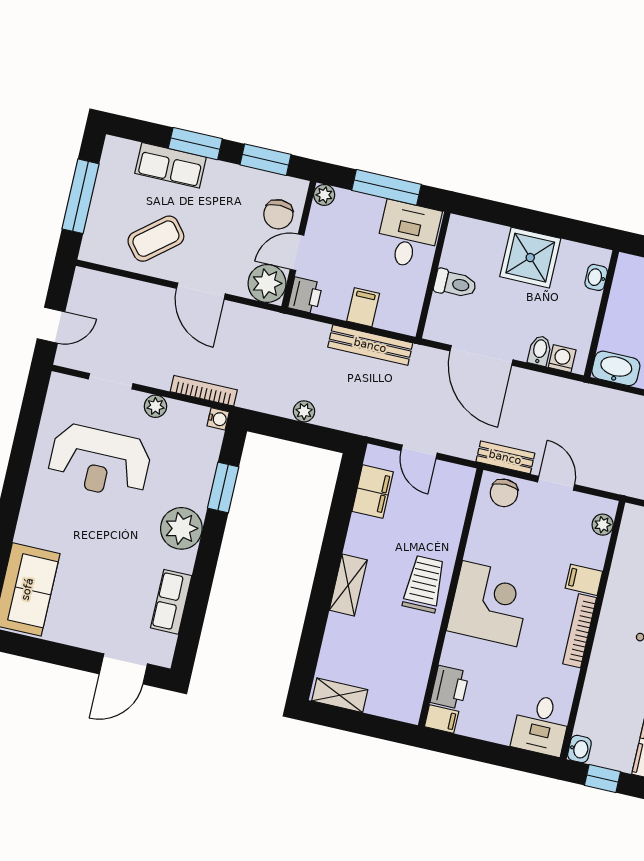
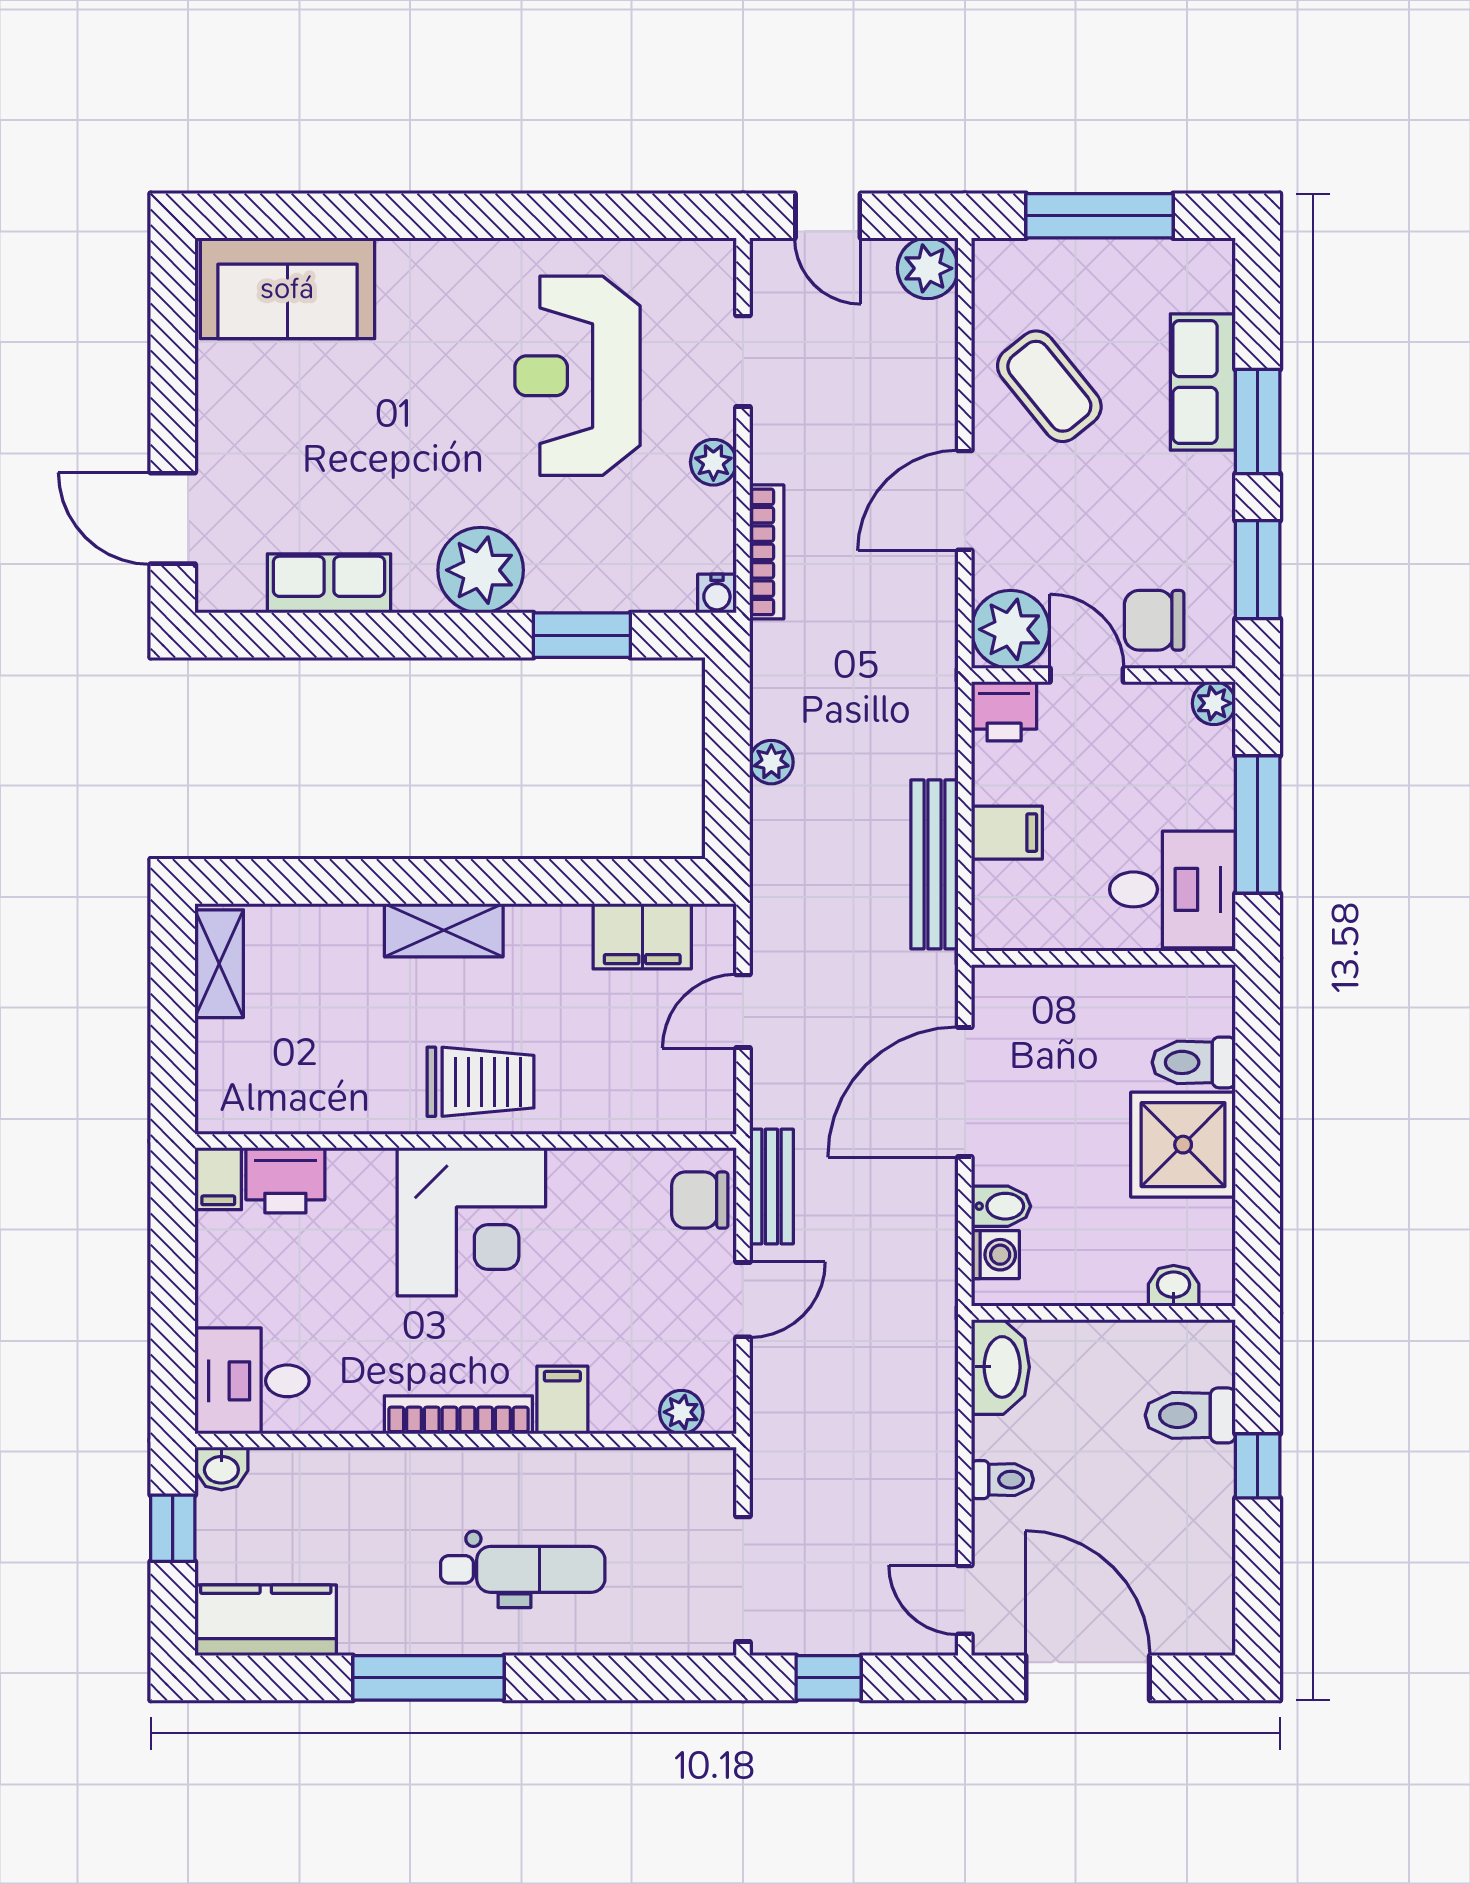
plant: (87, 283) -> (928, 268), added
toilet: (455, 284) -> (1194, 1062), moved, turned 90

